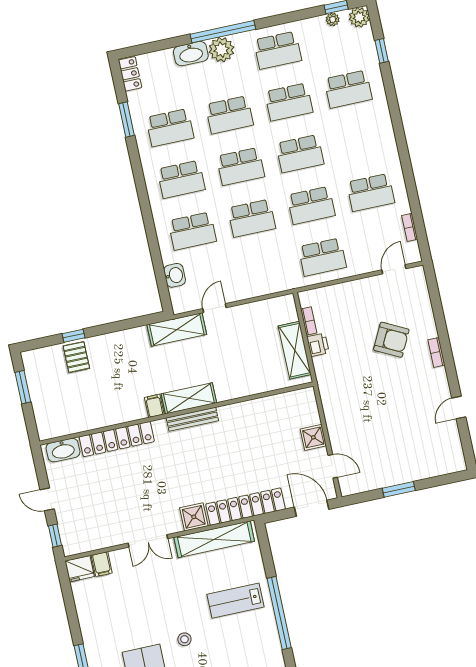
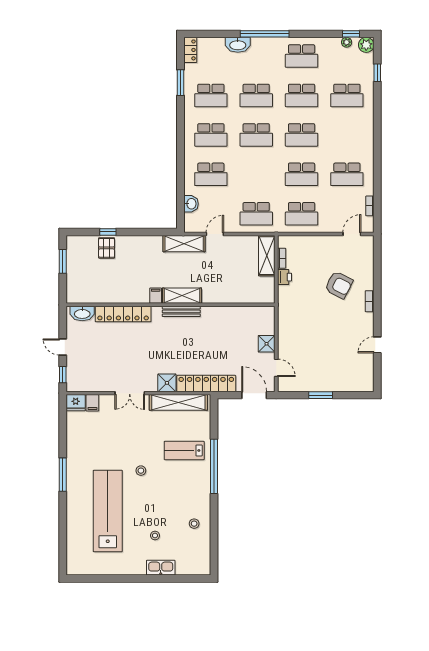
plant: (221, 50) -> (261, 47), removed
school desk: (252, 218) -> (256, 214), moved
shelving: (295, 350) -> (267, 256), moved

